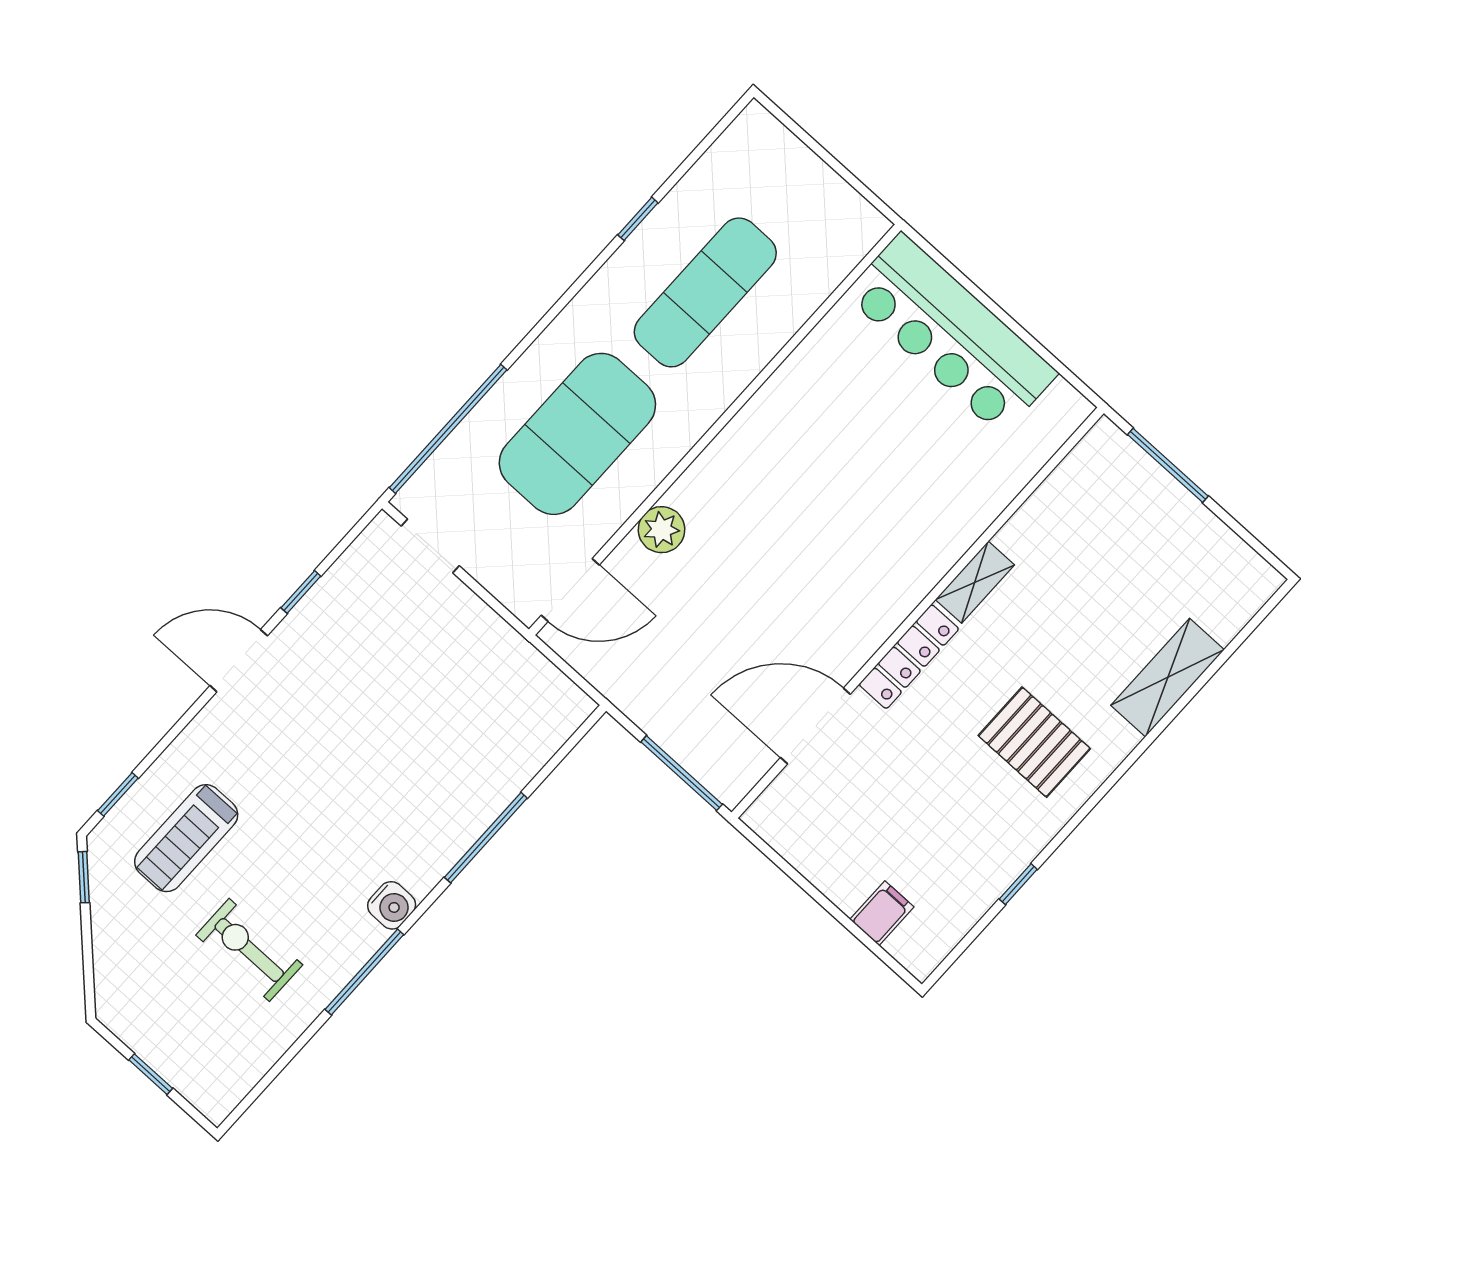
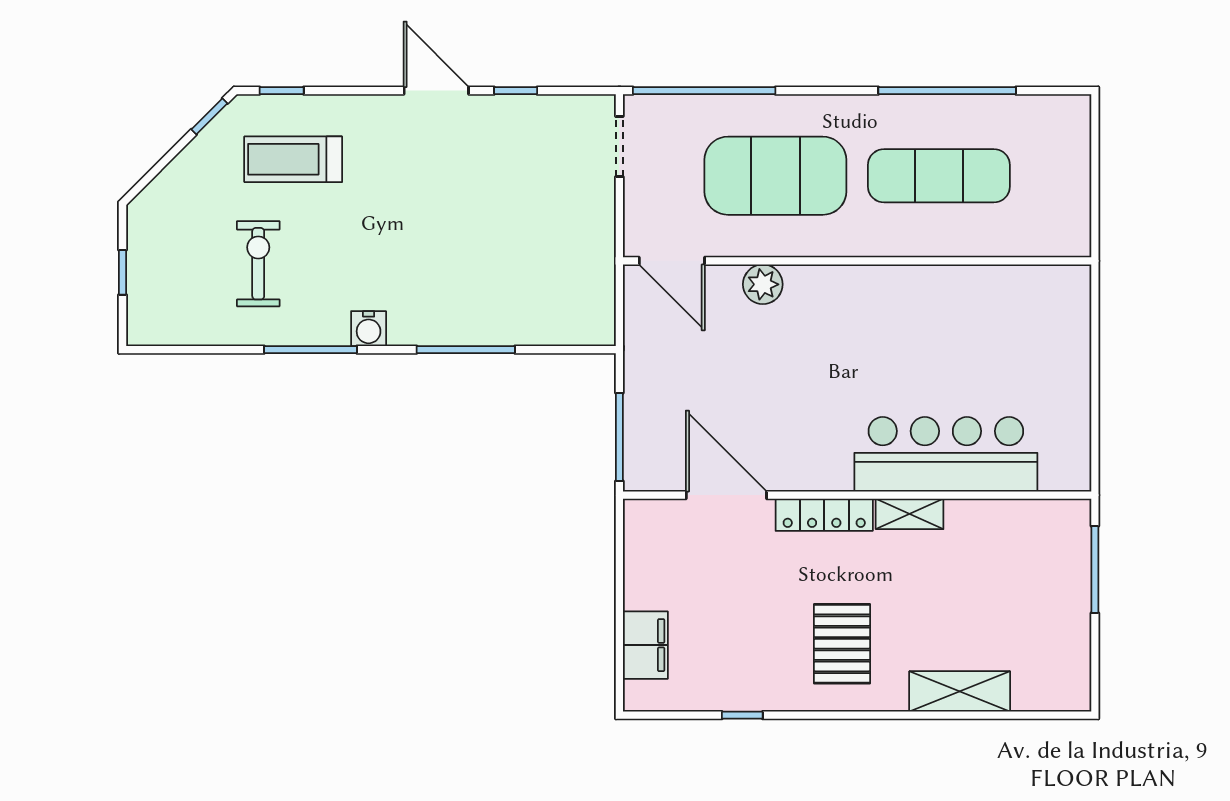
window: (638, 219) -> (947, 91), width x3.17
bar counter: (951, 334) -> (946, 454), moved, turned 90
filing cabinet: (882, 913) -> (645, 645), width x2.00

